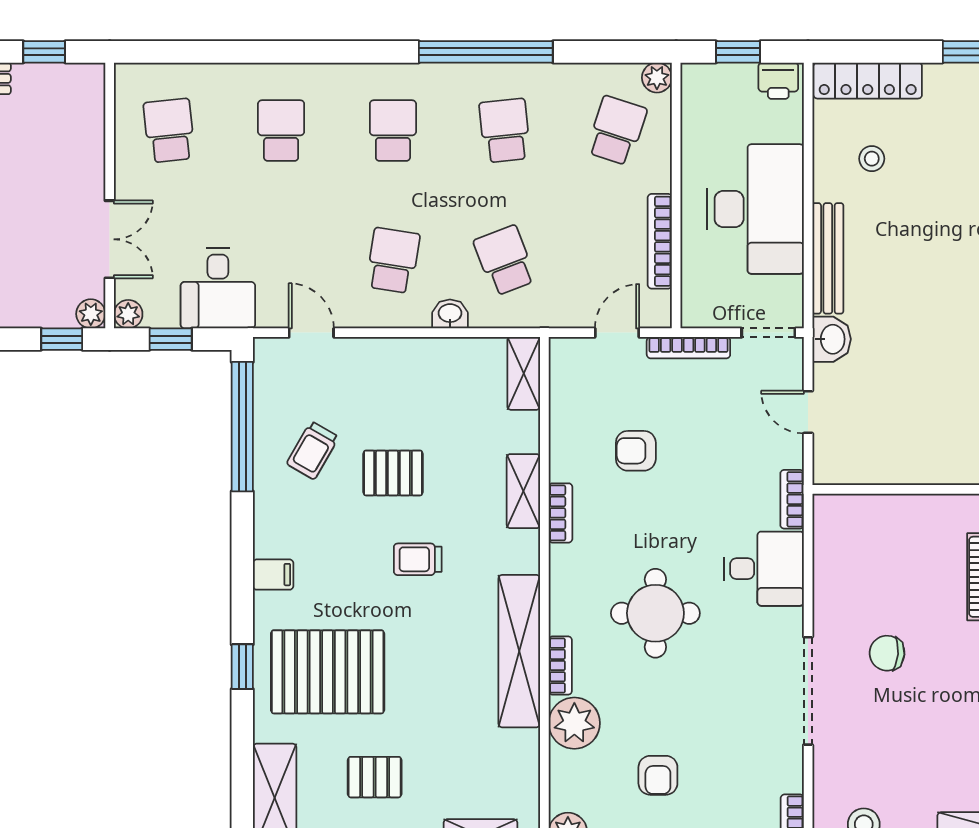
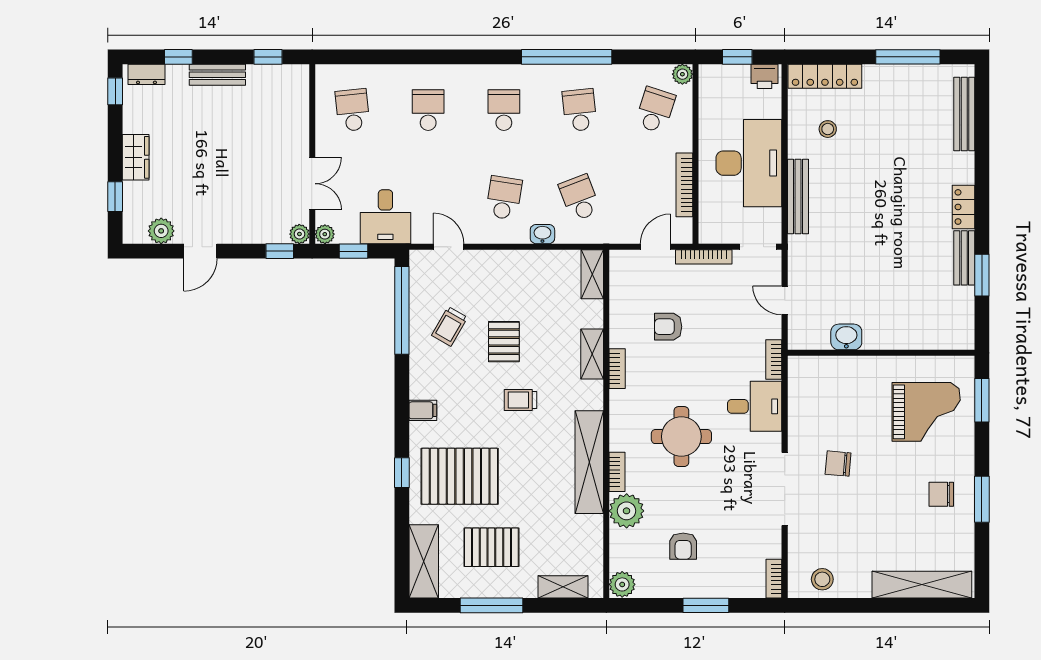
washbasin: (832, 339) -> (846, 337), moved, turned -90
pallet: (393, 473) -> (504, 342), turned 90
pallet: (375, 777) -> (491, 547), width x1.50, depth x1.42

